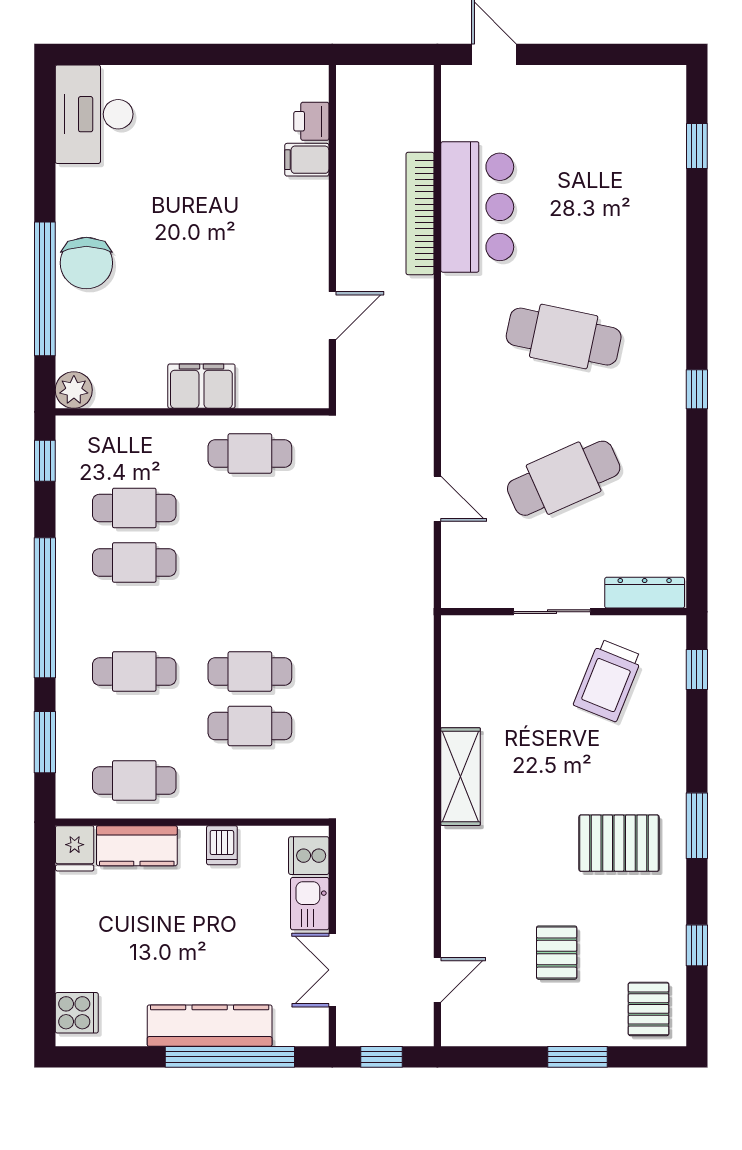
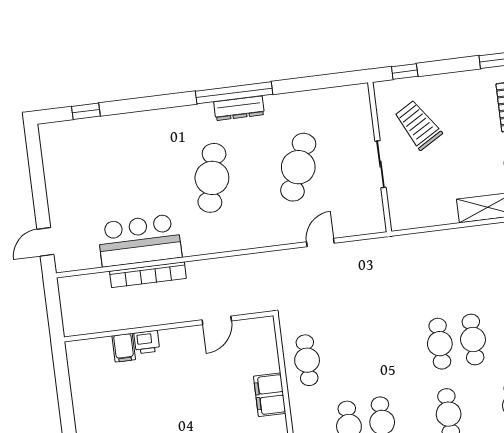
printer: (311, 121) -> (147, 342), moved
door: (332, 316) -> (217, 320), swing flipped
window: (697, 389) -> (234, 93), width x3.17
cafe table: (564, 478) -> (298, 167), turned 45
dresser: (645, 593) -> (239, 108), moved, turned -90
trolley: (608, 680) -> (418, 125), turned -143

